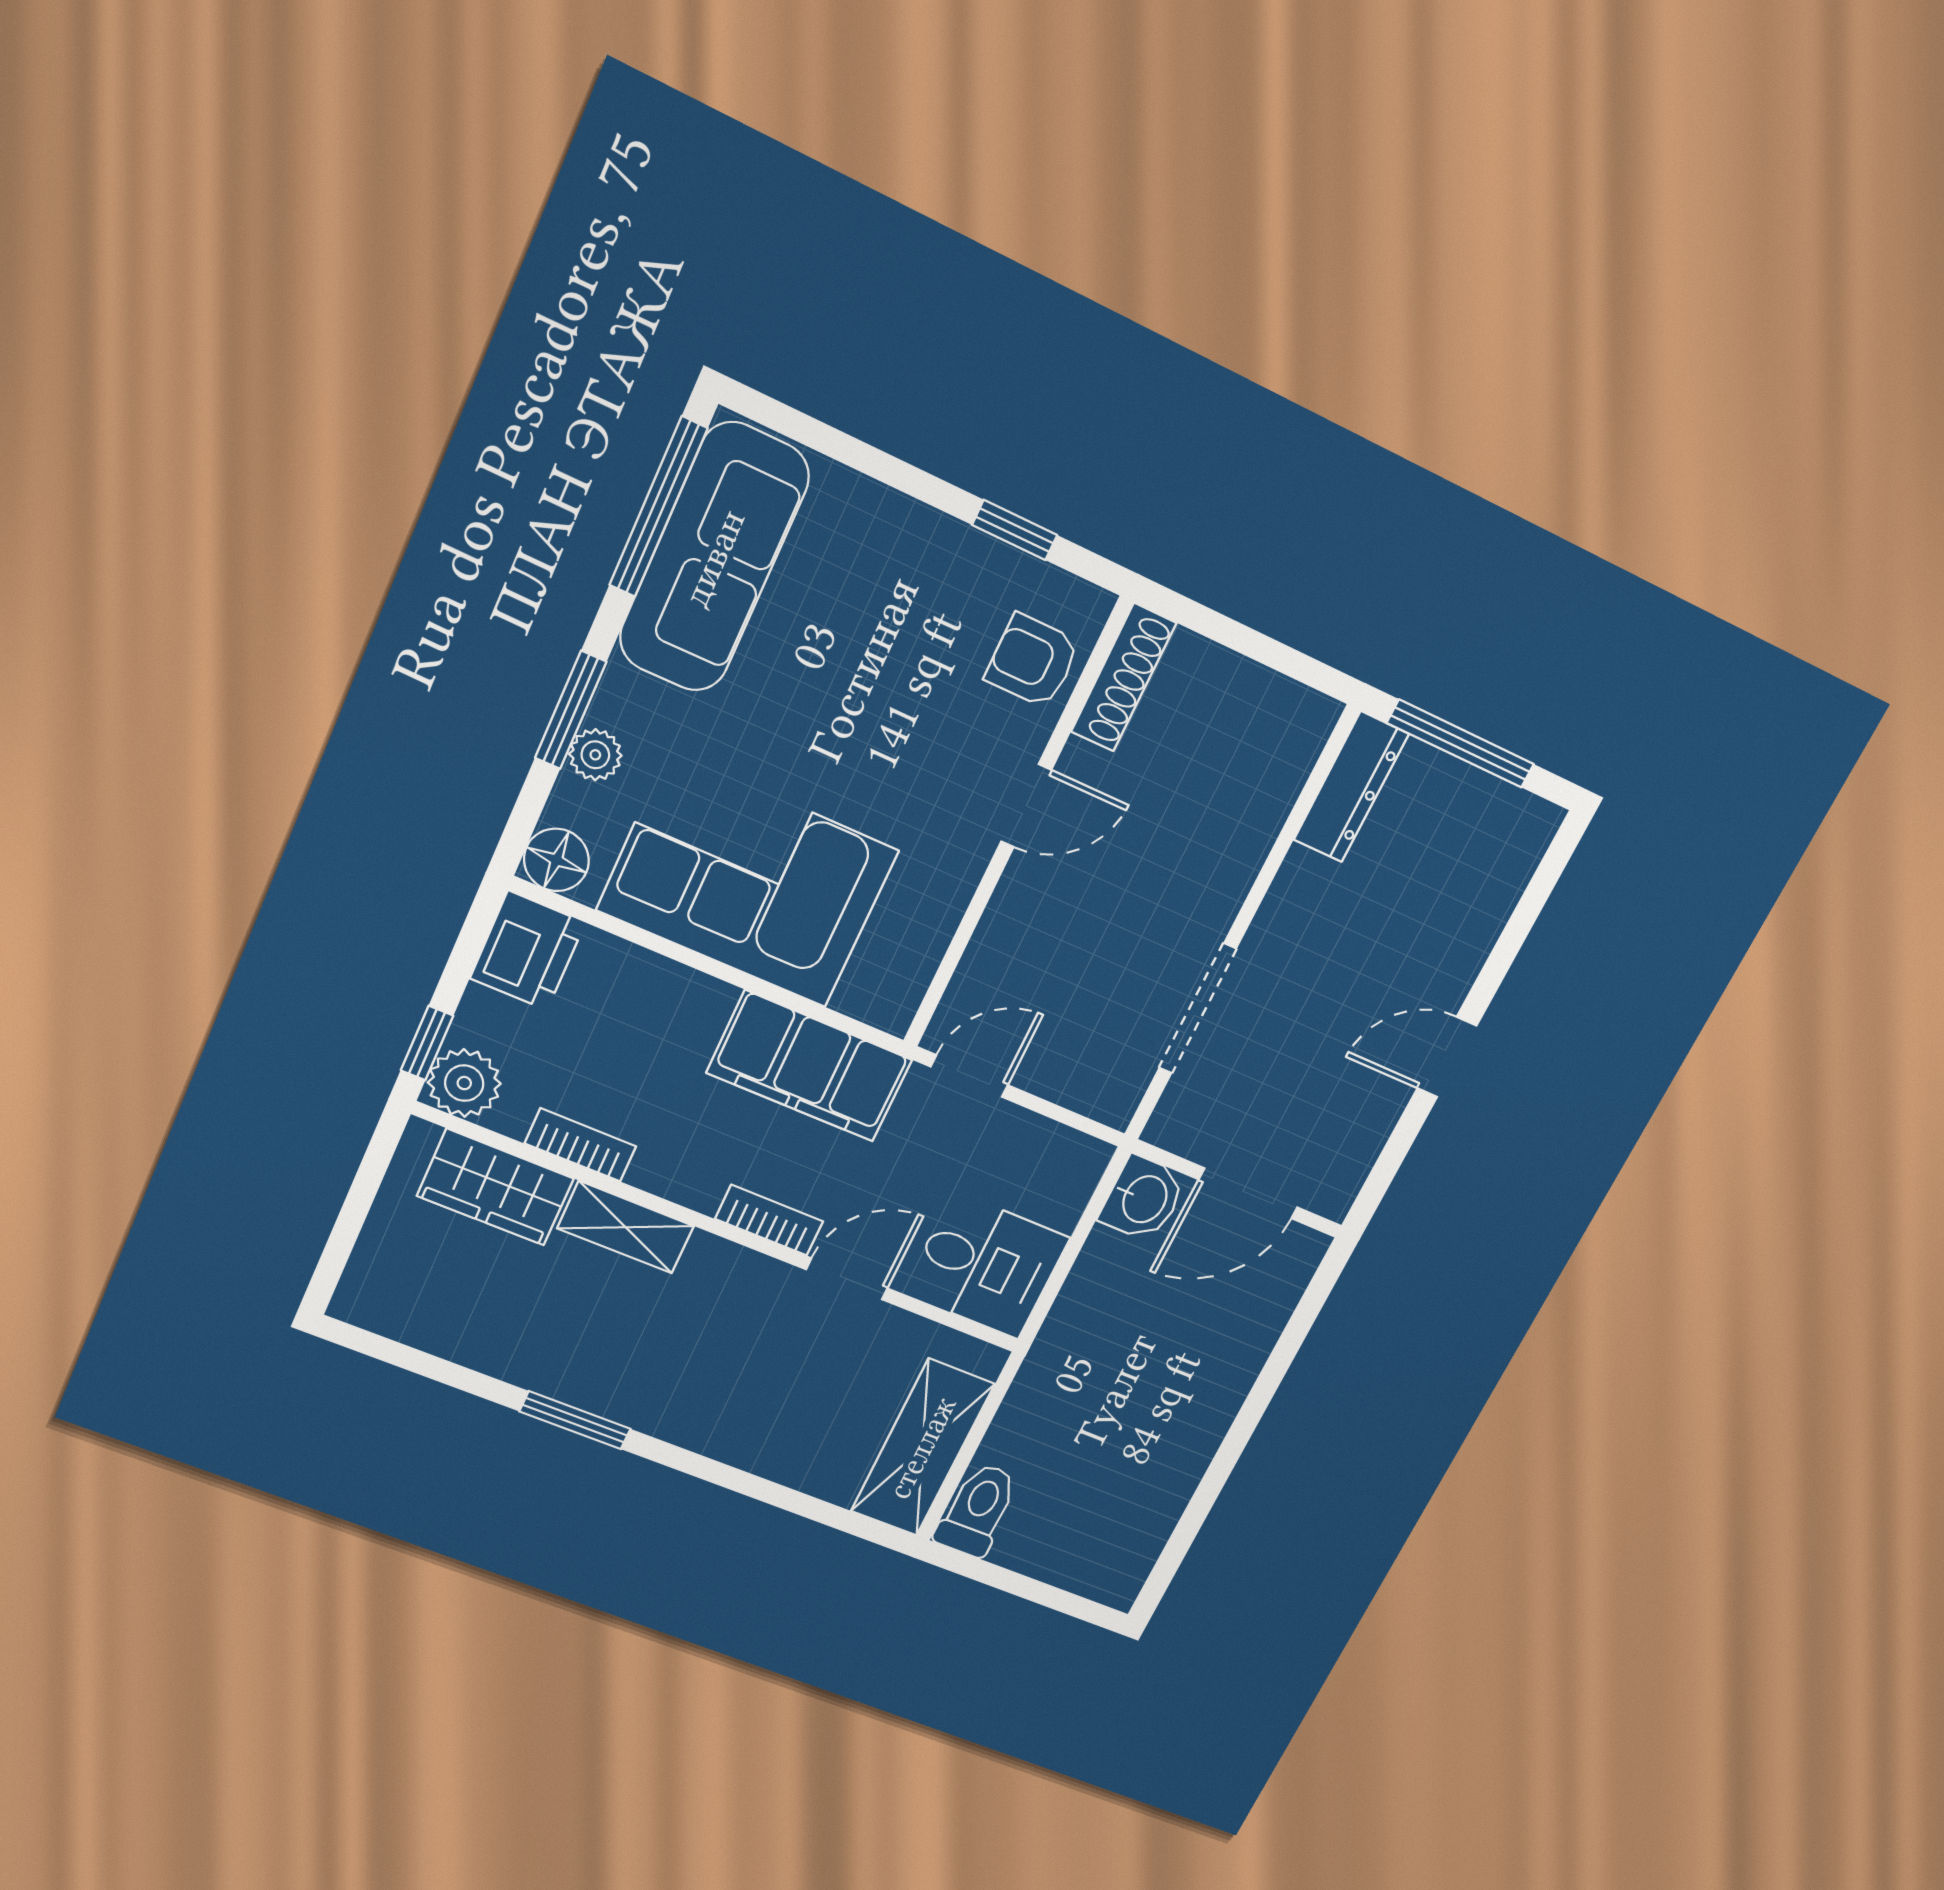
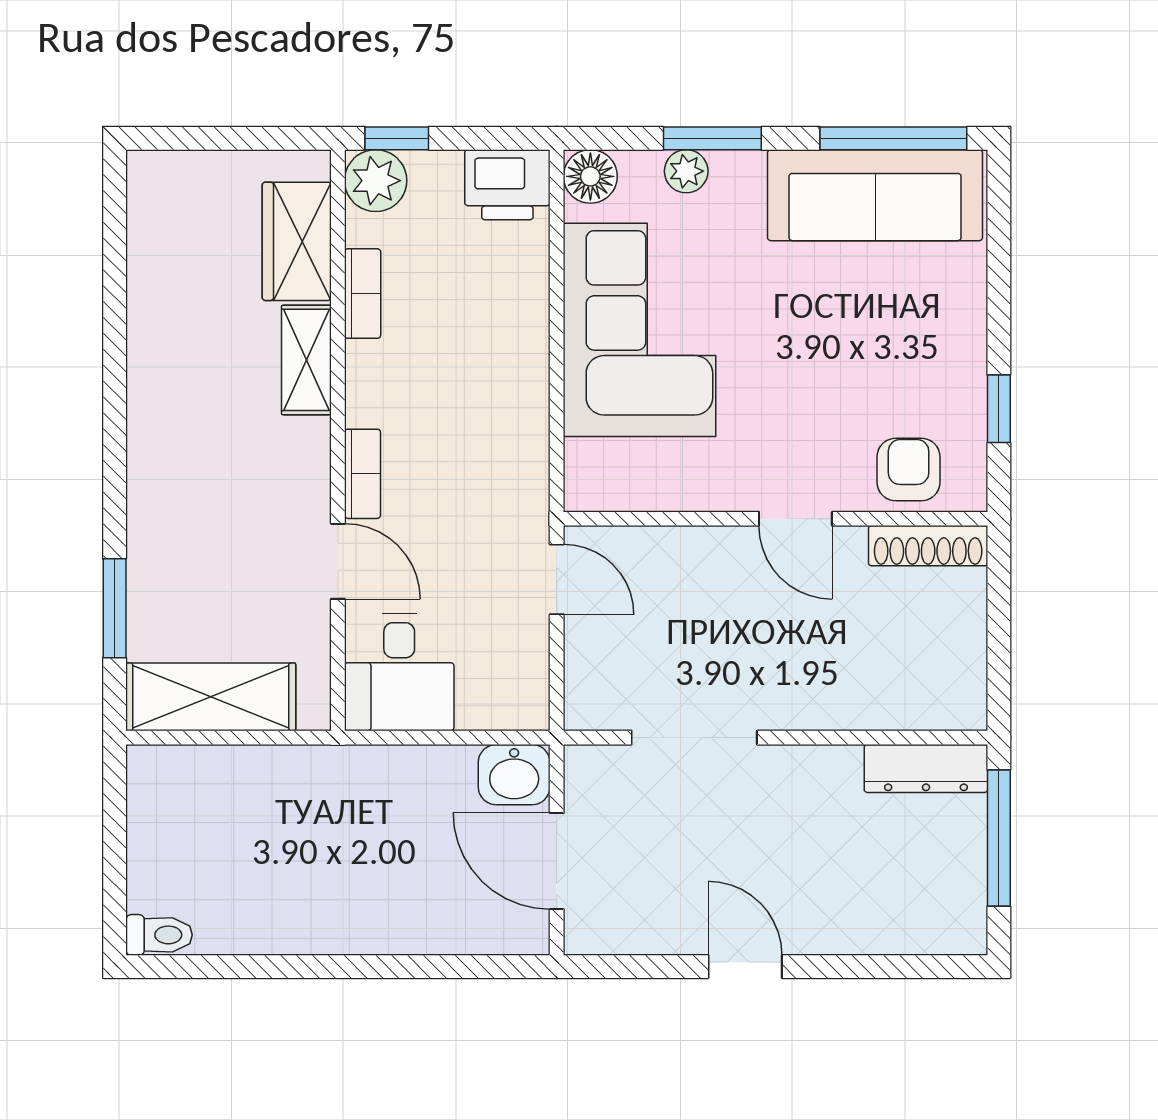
filing cabinet: (809, 1066) -> (509, 447), removed
window: (575, 1420) -> (115, 608), moved
toilet: (977, 1510) -> (159, 935), moved, width x0.73, depth x0.72

